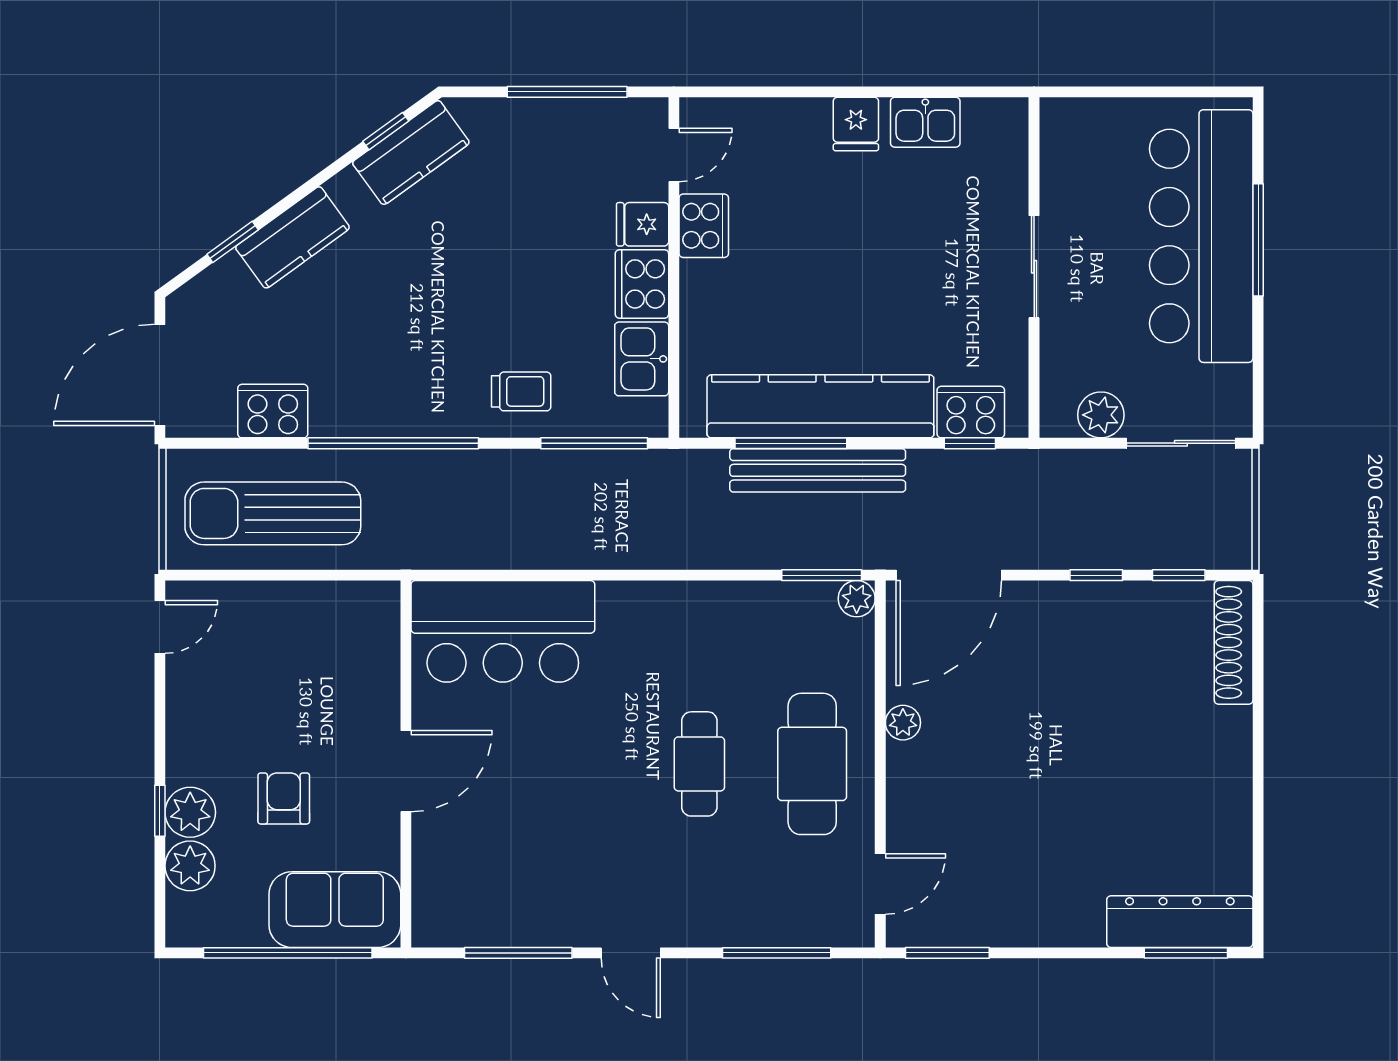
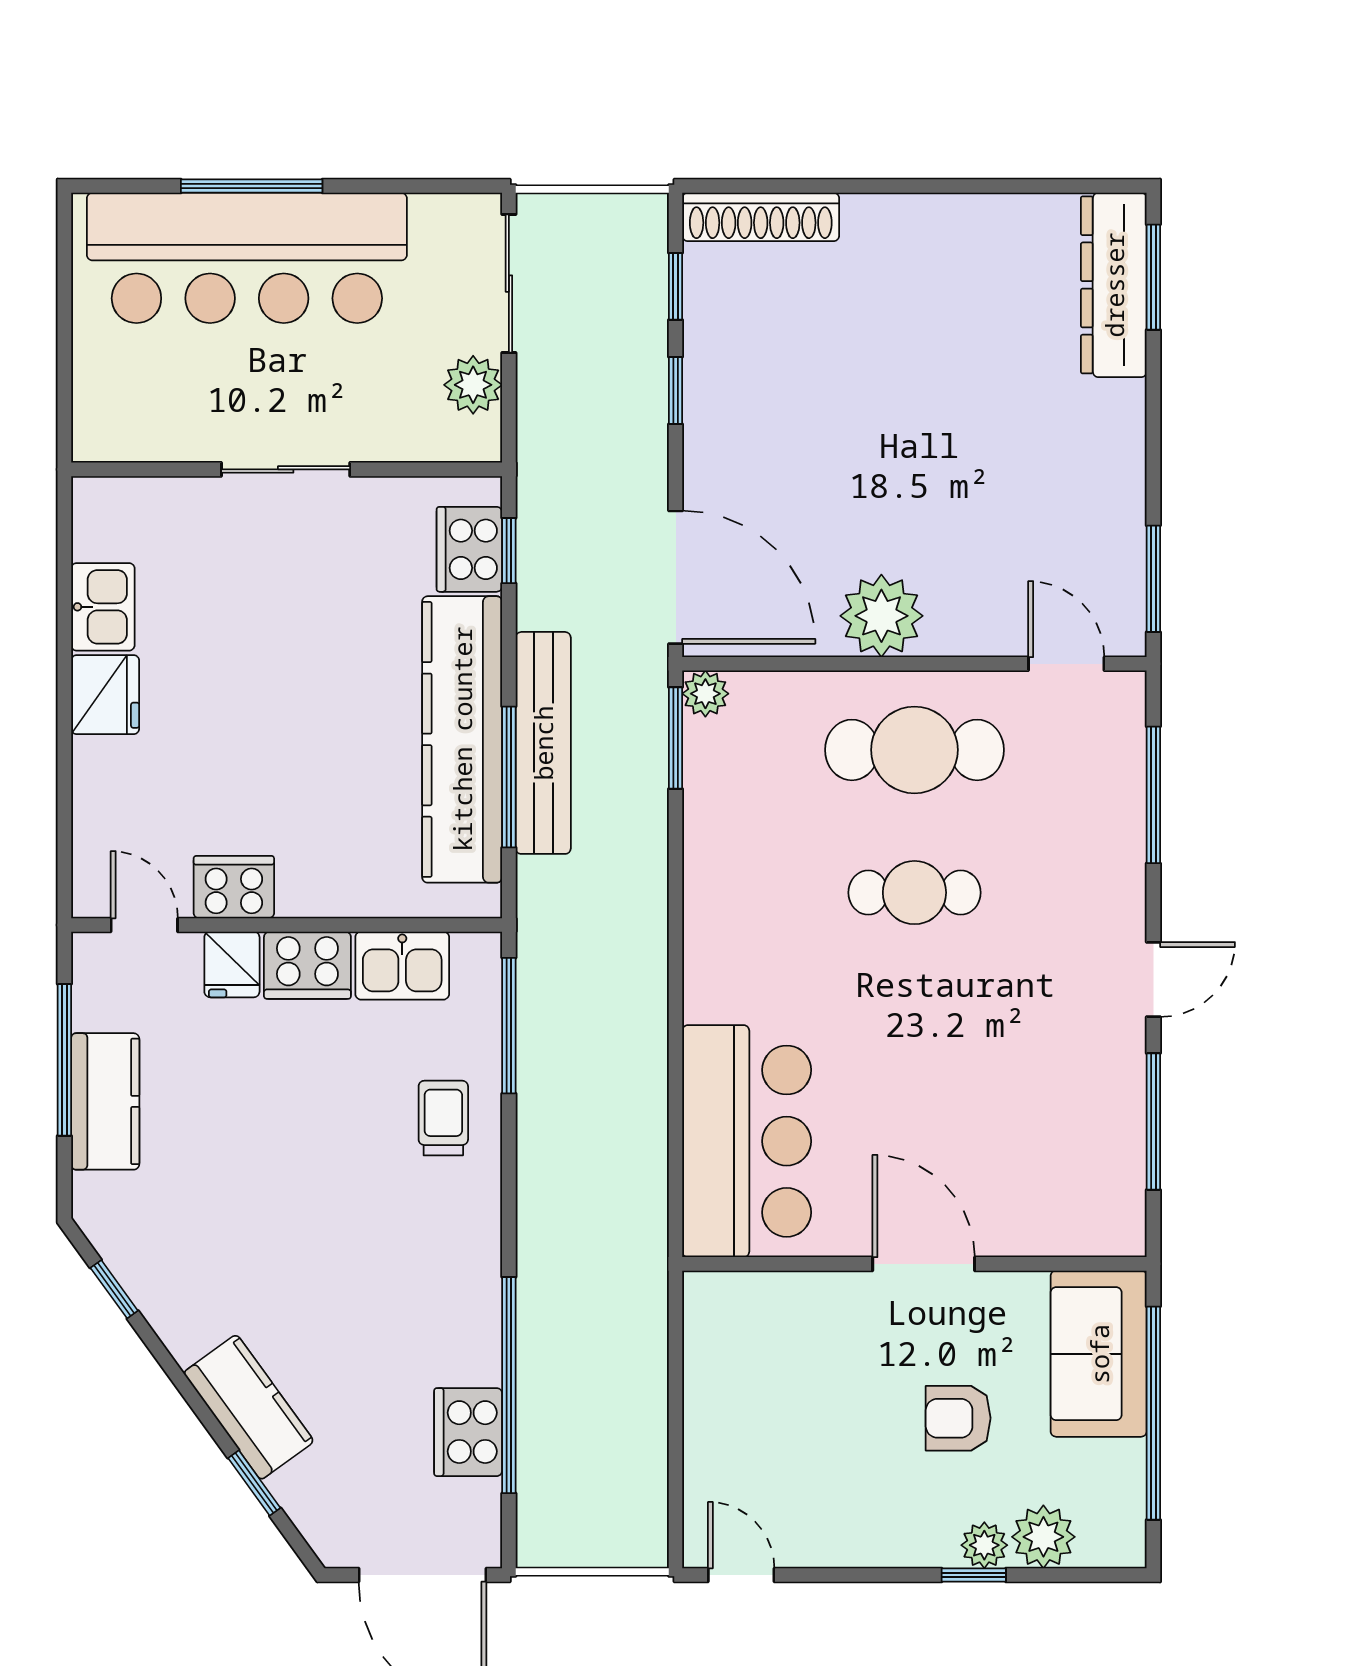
fridge: (856, 124) -> (105, 695), width x1.38
kitchen counter: (411, 153) -> (105, 1101), moved, turned 36
window: (393, 443) -> (509, 1385), moved
sun lounger: (273, 513) -> (598, 1432), removed
plant: (903, 723) -> (881, 616), width x1.88, depth x1.88
plant: (190, 812) -> (984, 1545), width x0.73, depth x0.73

